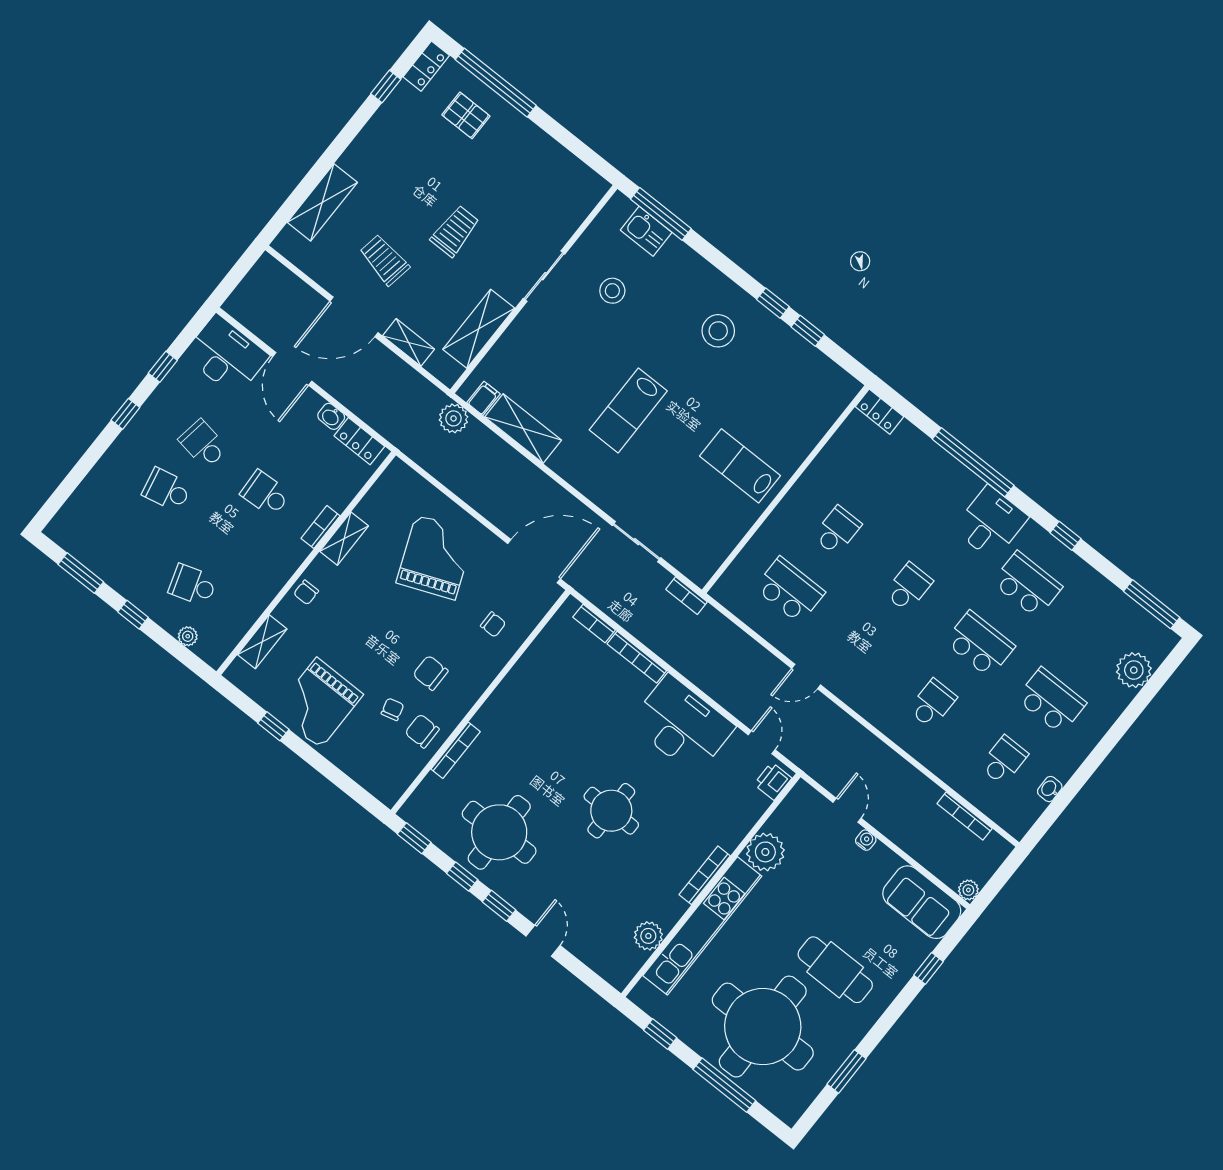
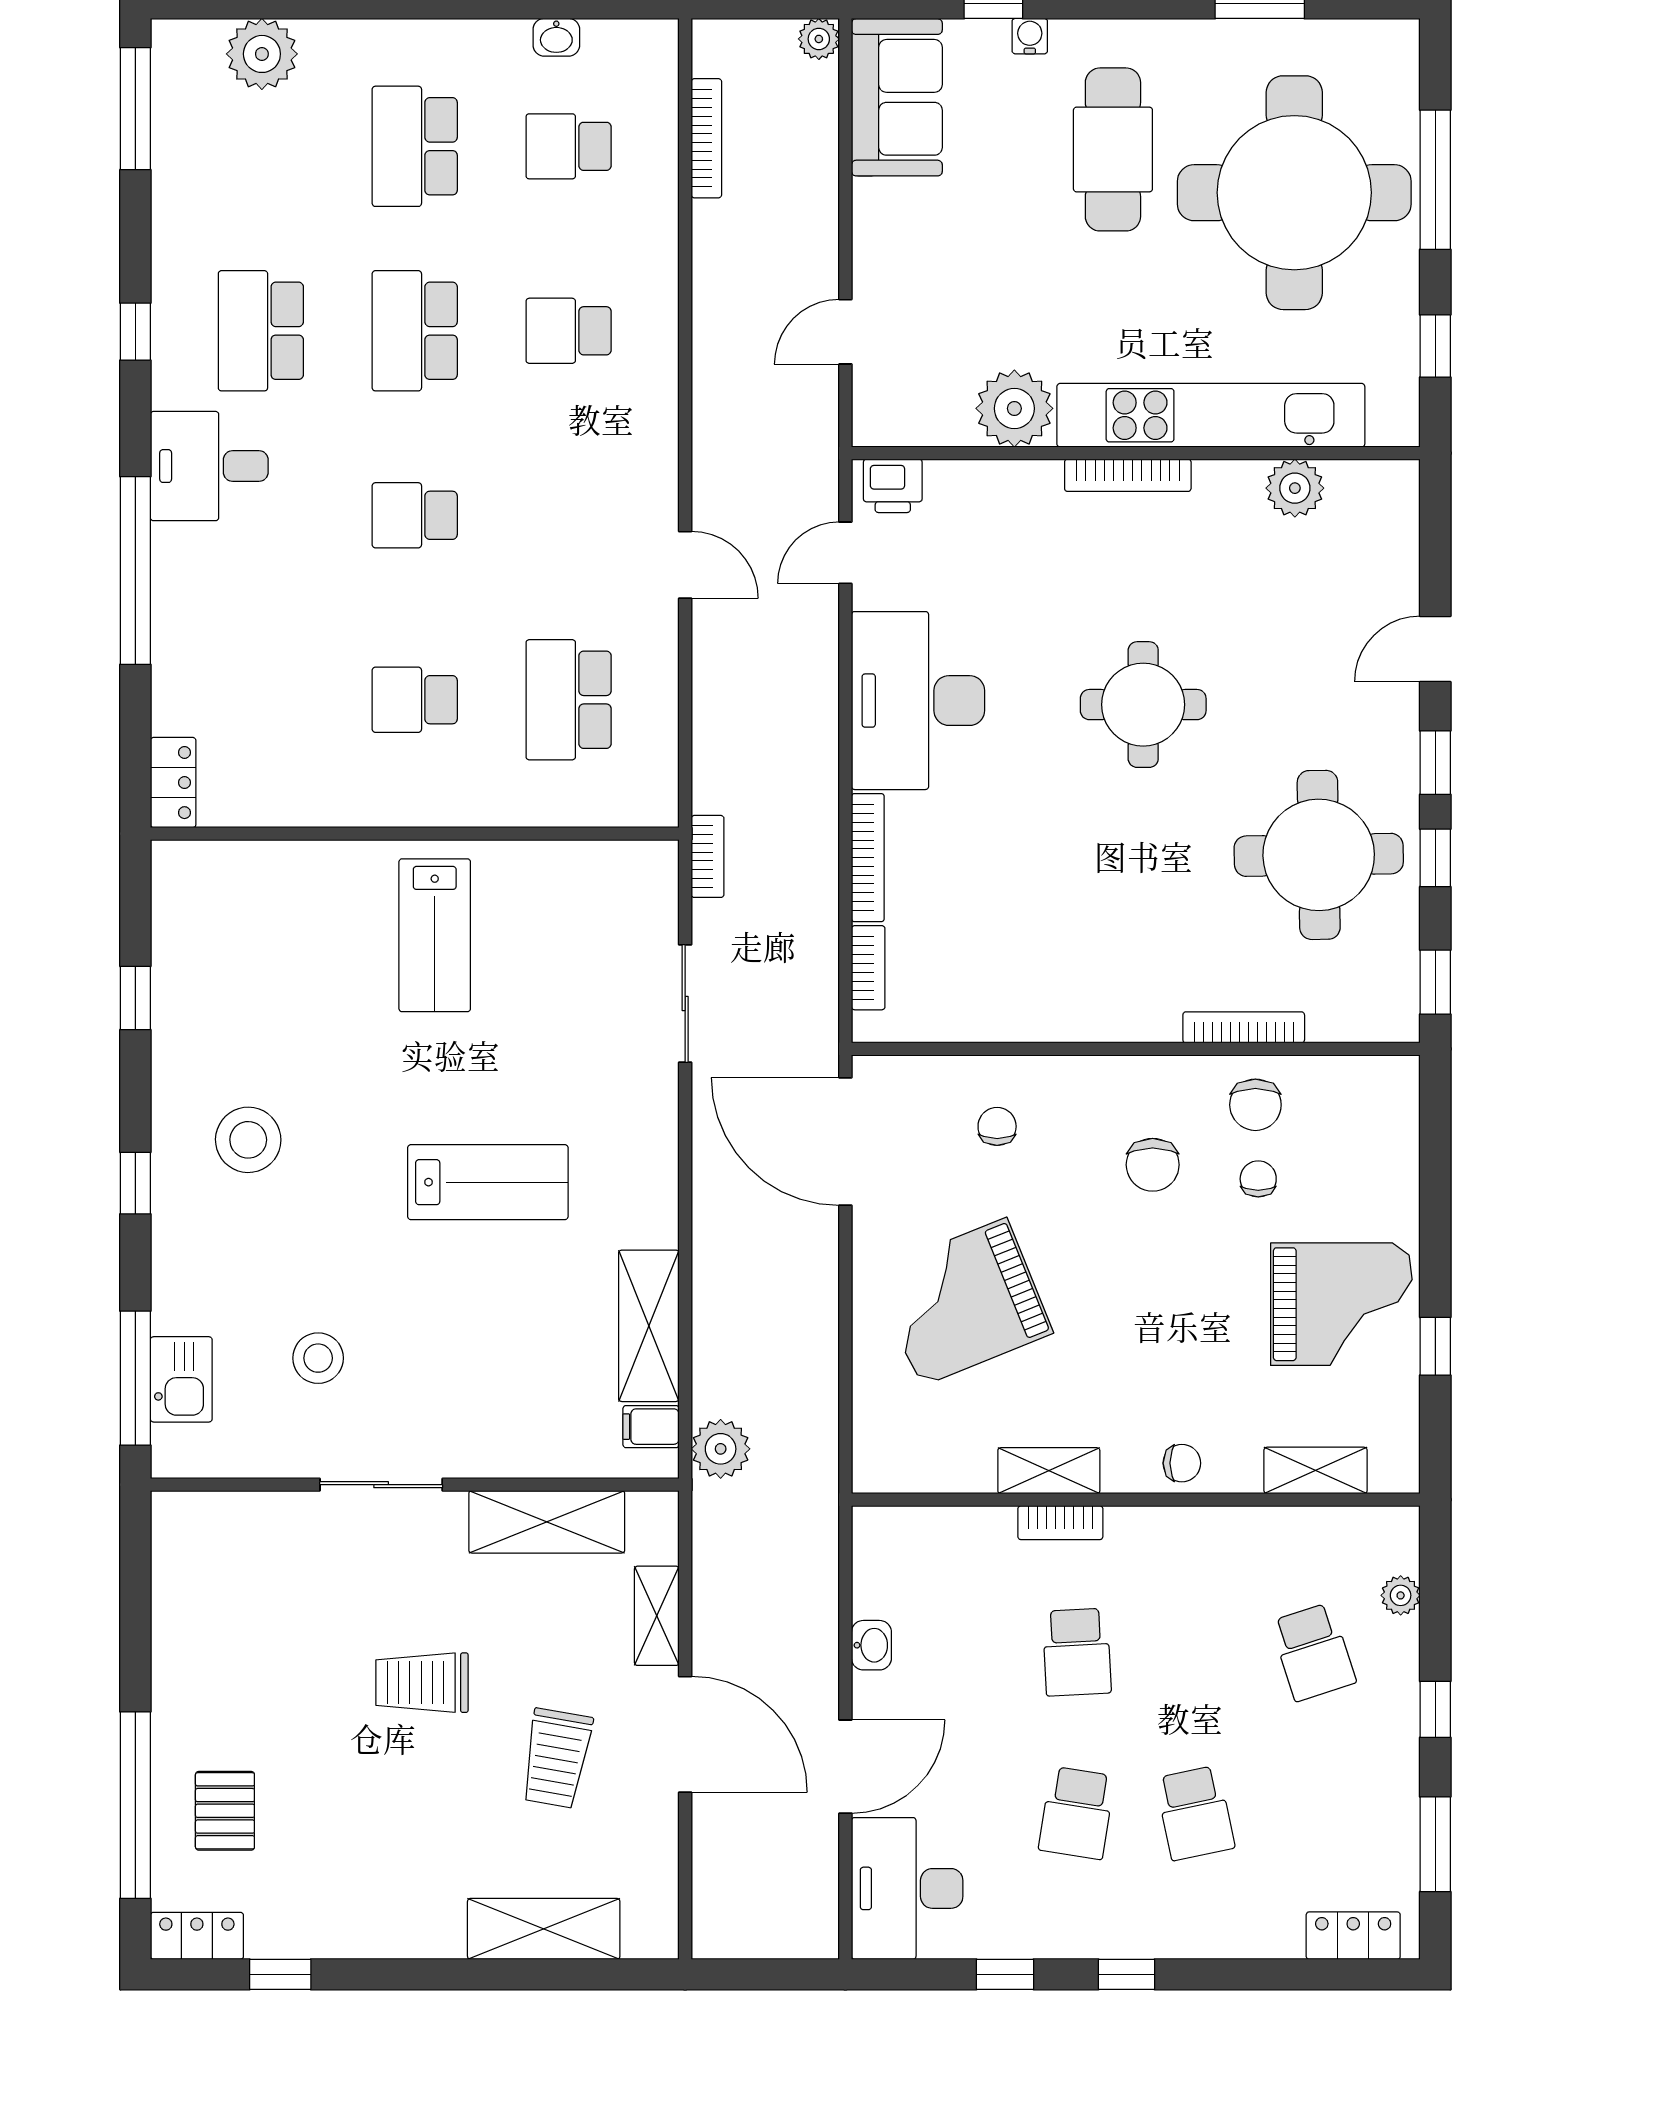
window: (773, 303) -> (135, 1183), moved
locker: (359, 441) -> (1353, 1936), moved, turned -90
chair: (393, 709) -> (1258, 1179), turned 105
water cooler: (866, 840) -> (1030, 36), moved, turned 90

